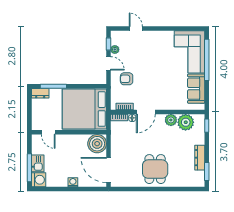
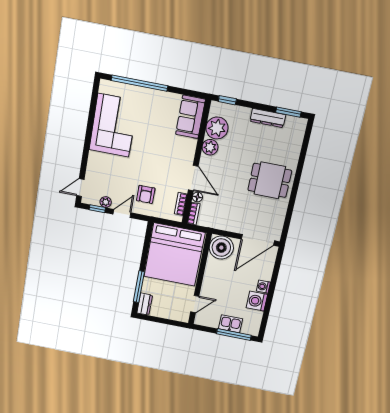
door: (136, 29) -> (80, 188), moved
corner sofa: (190, 52) -> (113, 125), moved, turned -90
sofa: (196, 89) -> (190, 117), moved, turned 90
washing machine: (39, 180) -> (257, 301), moved, turned -90

